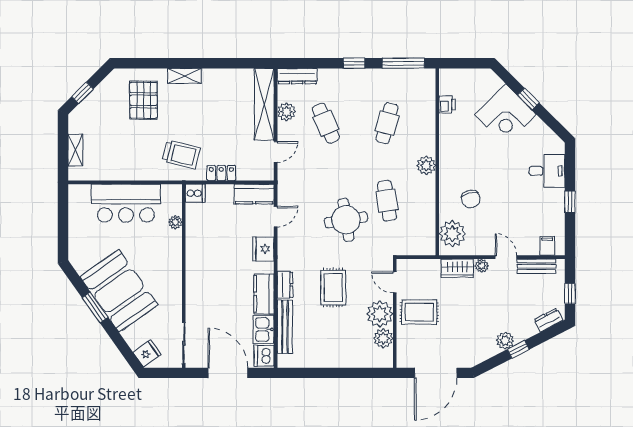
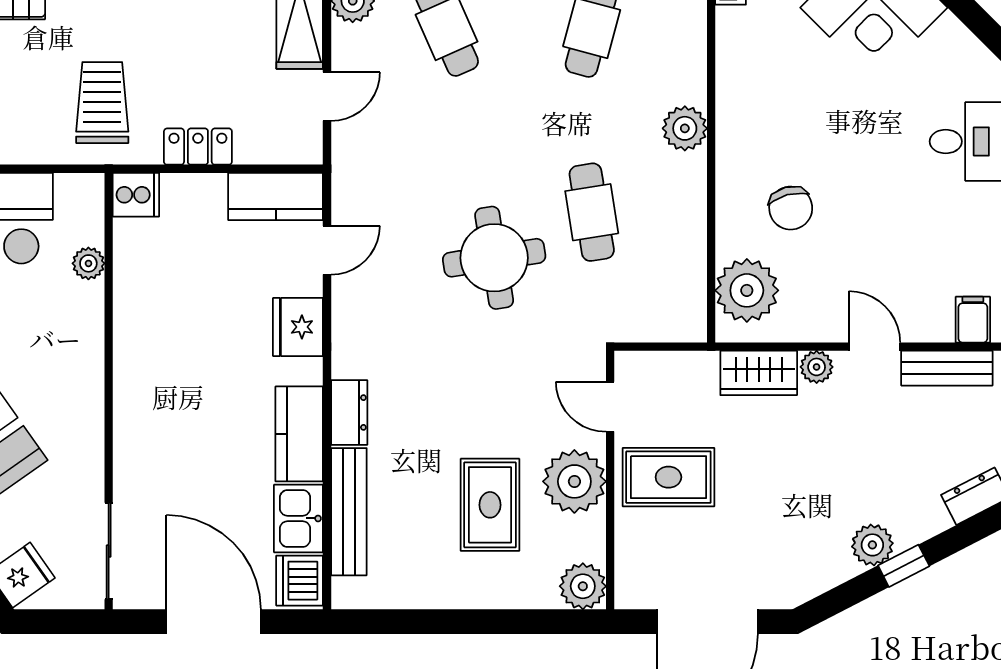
trolley: (181, 154) -> (102, 103), turned -104
rug: (333, 288) -> (490, 505), moved
plant: (383, 338) -> (583, 586), moved

